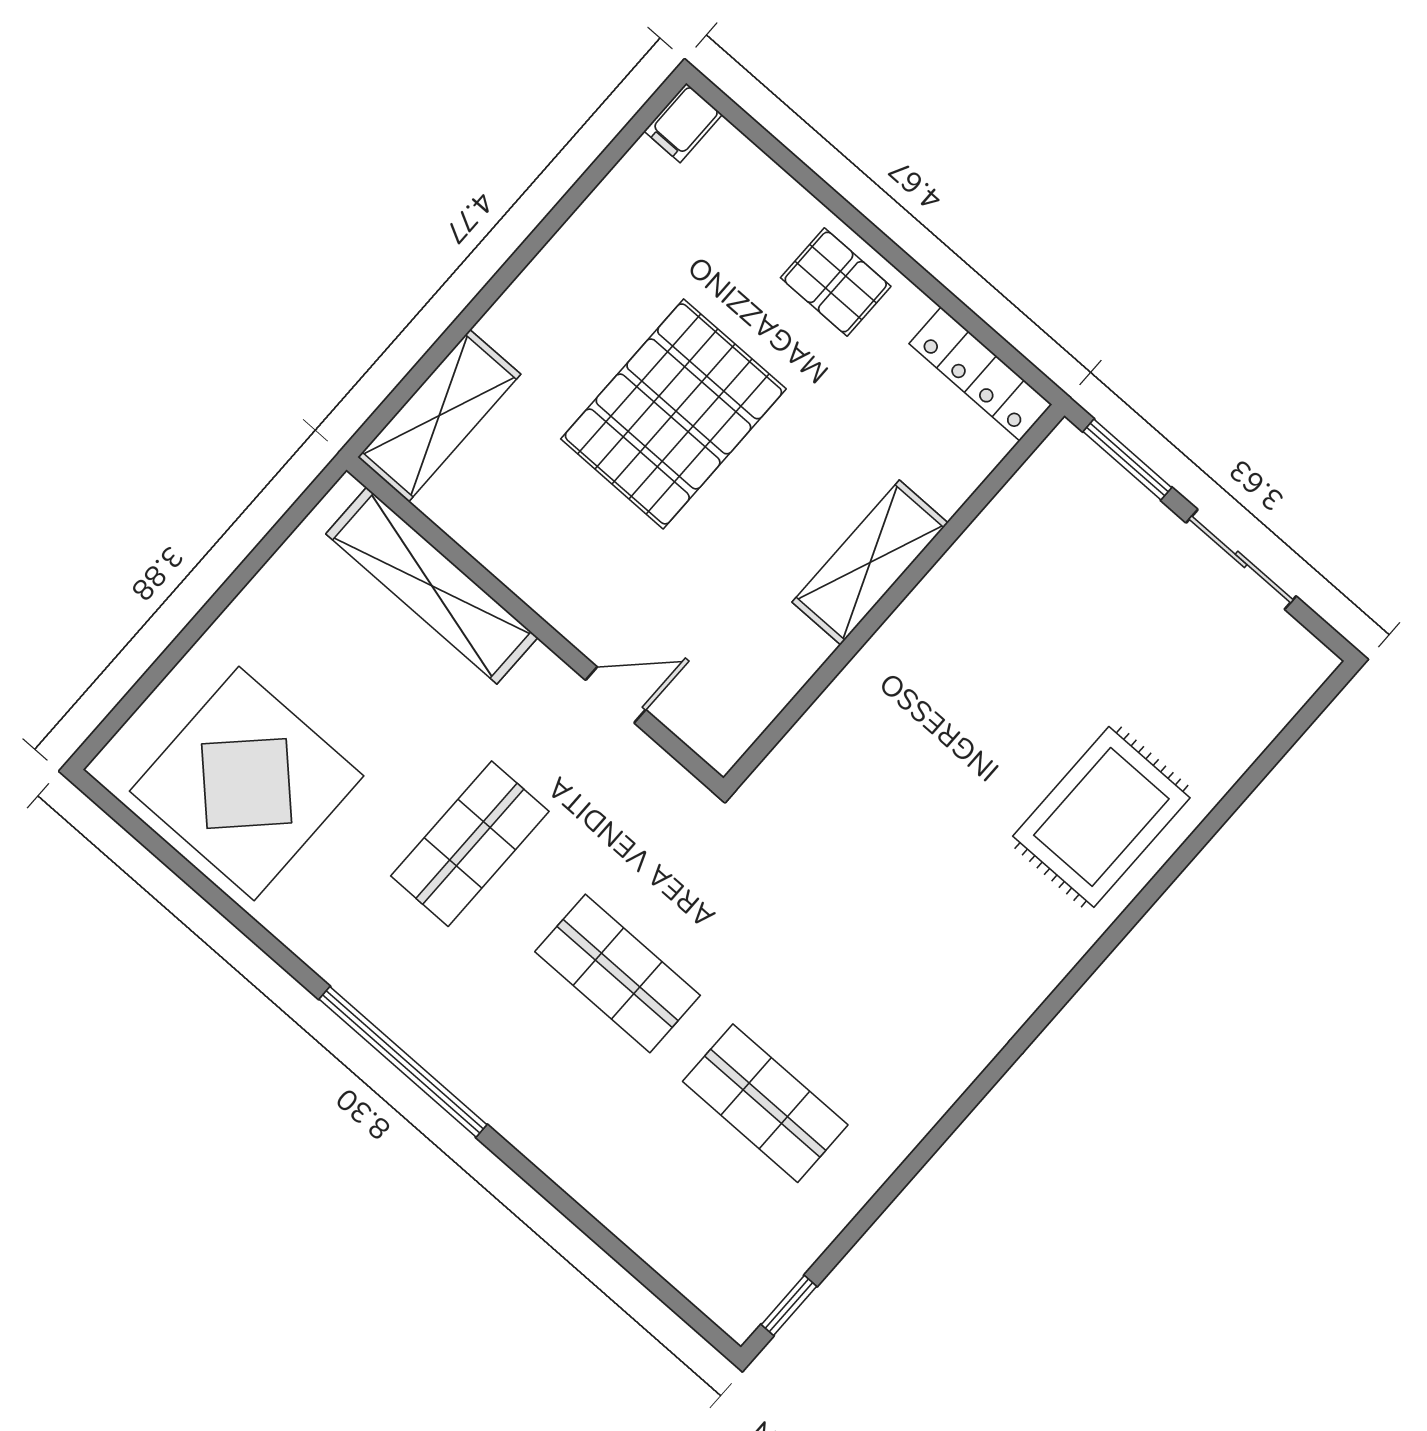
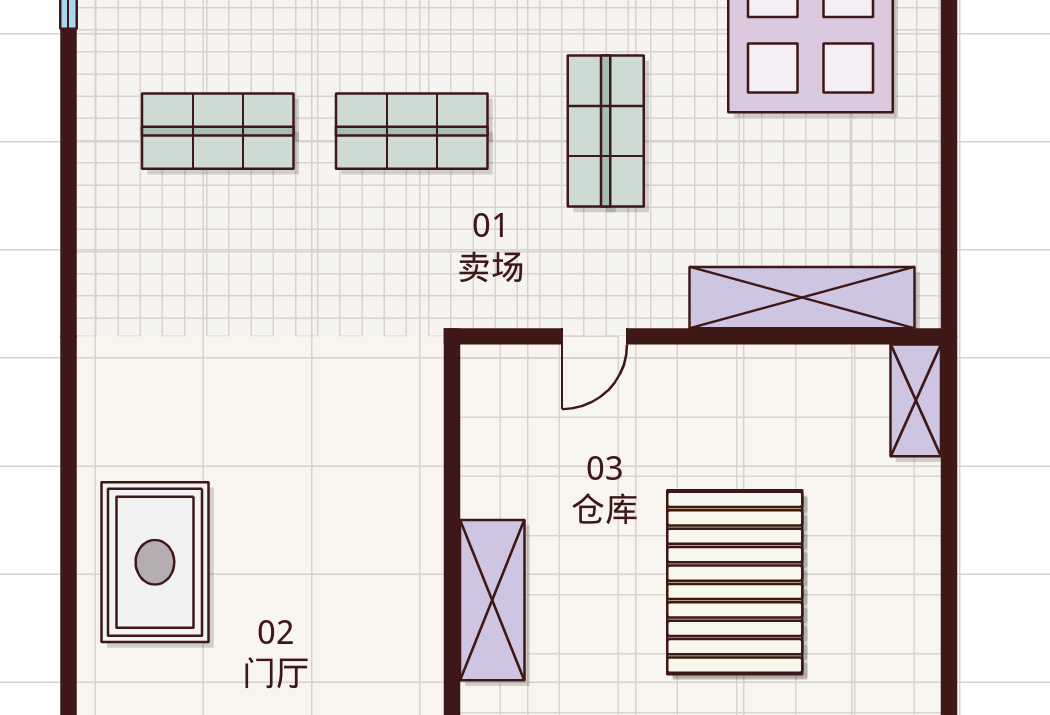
shelving: (439, 416) -> (916, 400), width x0.67, depth x0.75

